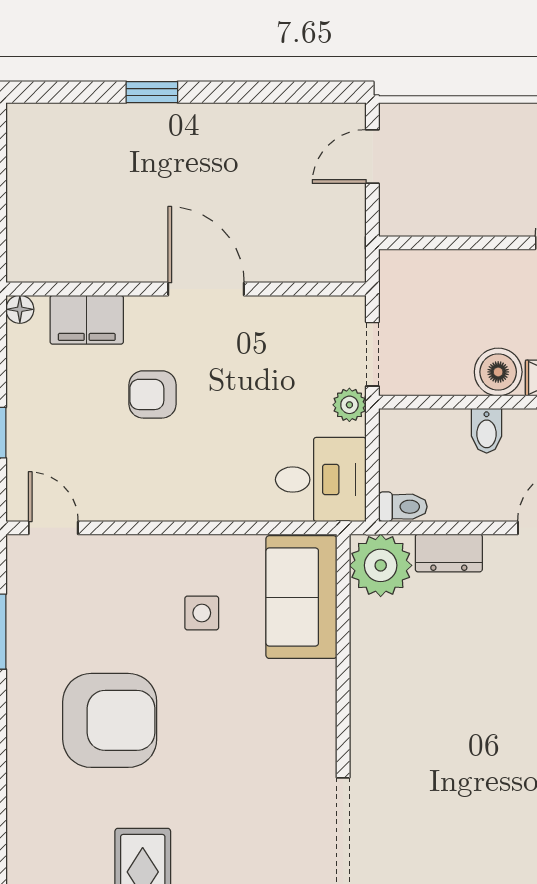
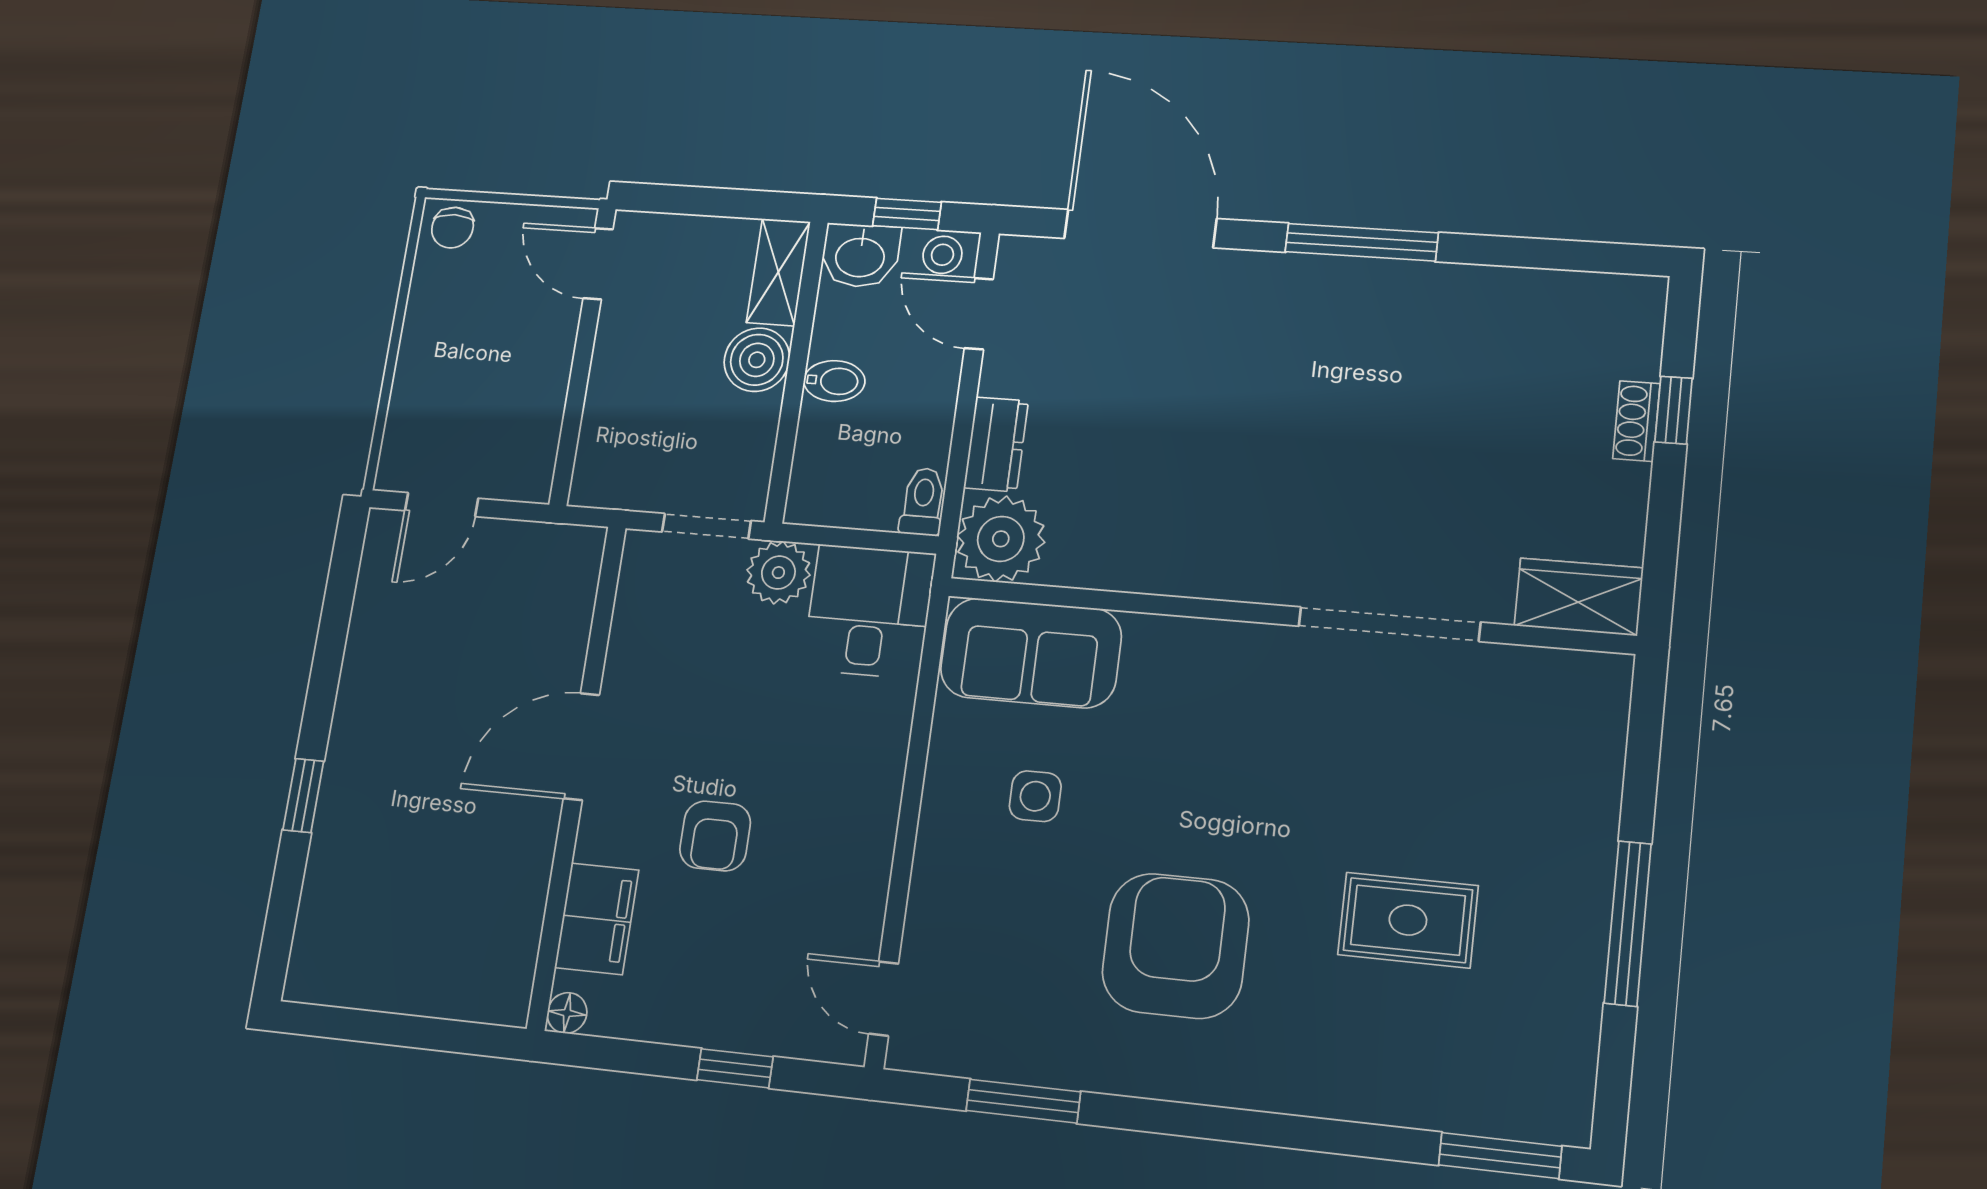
door: (372, 156) -> (442, 505), hinge flipped
plant: (349, 405) -> (778, 573), width x1.38, depth x1.38
door: (53, 528) -> (884, 999), hinge flipped

